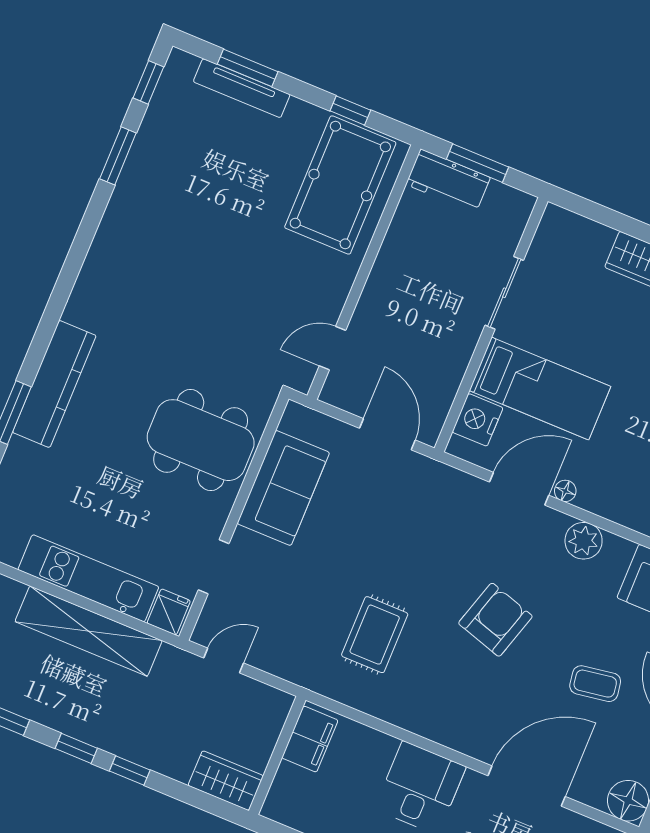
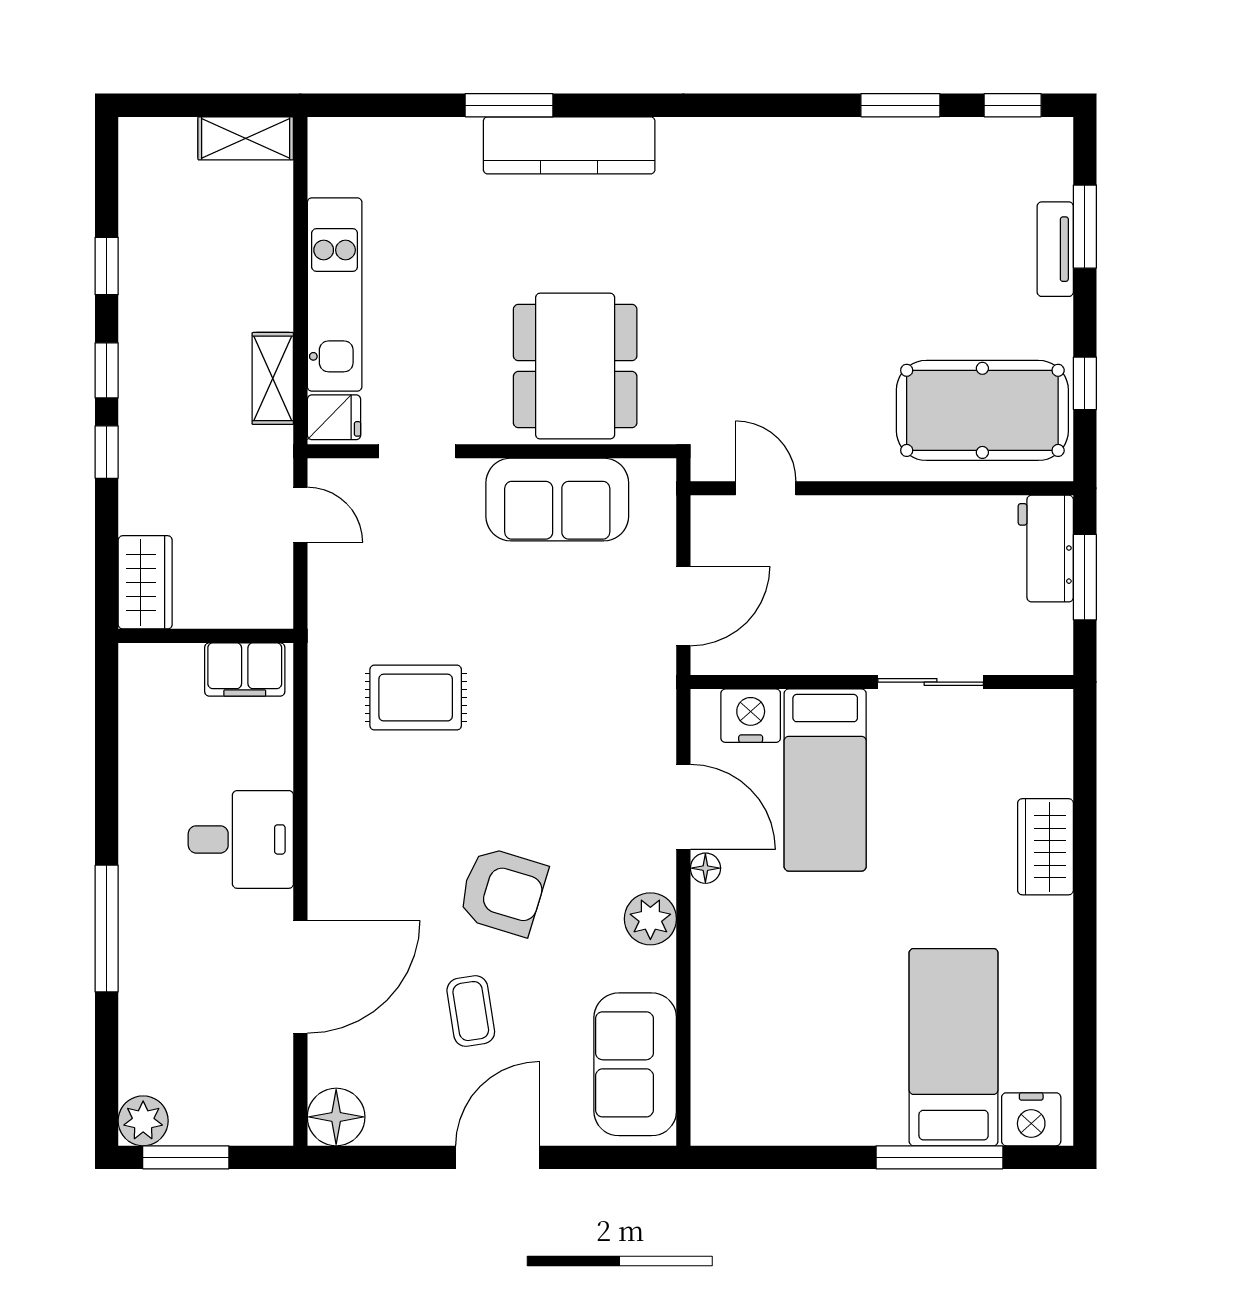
tv unit: (242, 88) -> (1055, 249), width x0.71
armchair: (495, 620) -> (503, 891), moved
shelving: (89, 631) -> (273, 378), width x0.45, depth x0.75
door: (527, 786) -> (300, 977), hinge flipped

